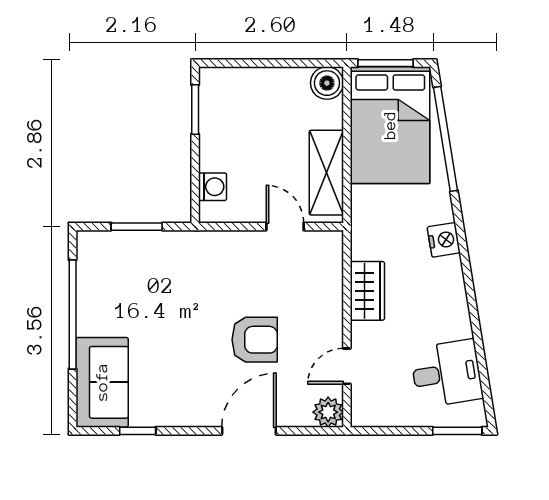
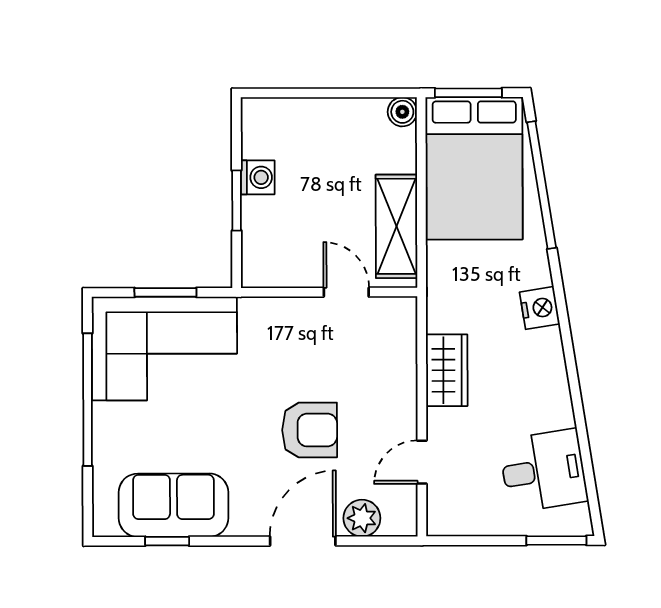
boiler: (327, 83) -> (402, 112), width x0.73, depth x0.73
window: (195, 109) -> (237, 201), moved
washing machine: (213, 187) -> (258, 177), moved
corner sofa: (136, 273) -> (164, 348), added
sofa: (102, 382) -> (174, 505), moved, turned -90
plant: (328, 412) -> (362, 518), moved

